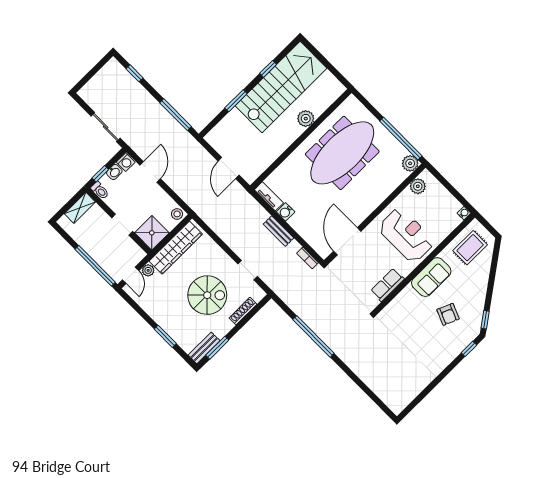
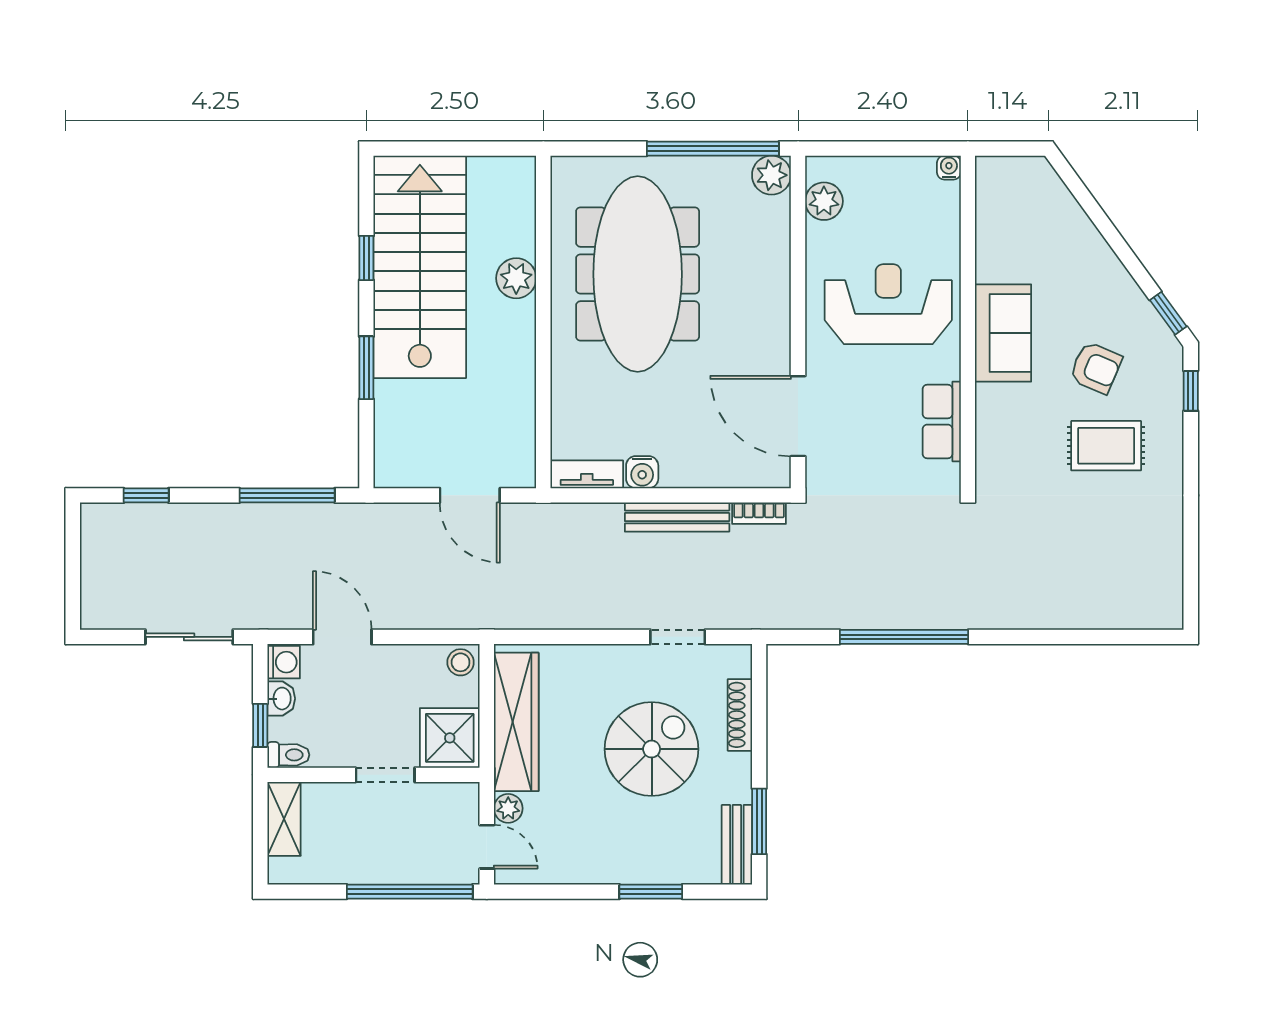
bench: (279, 231) -> (677, 517), width x1.36
rug: (470, 248) -> (1106, 446), moved, turned 90

